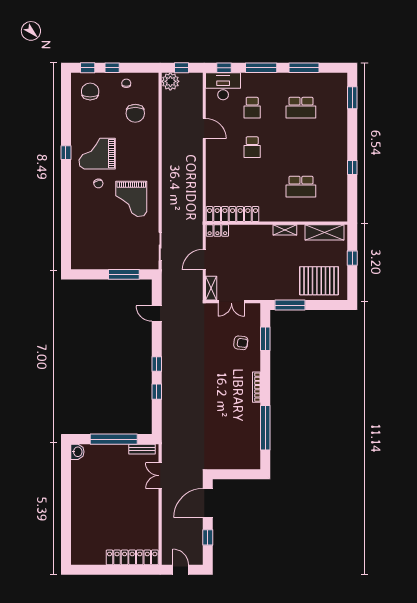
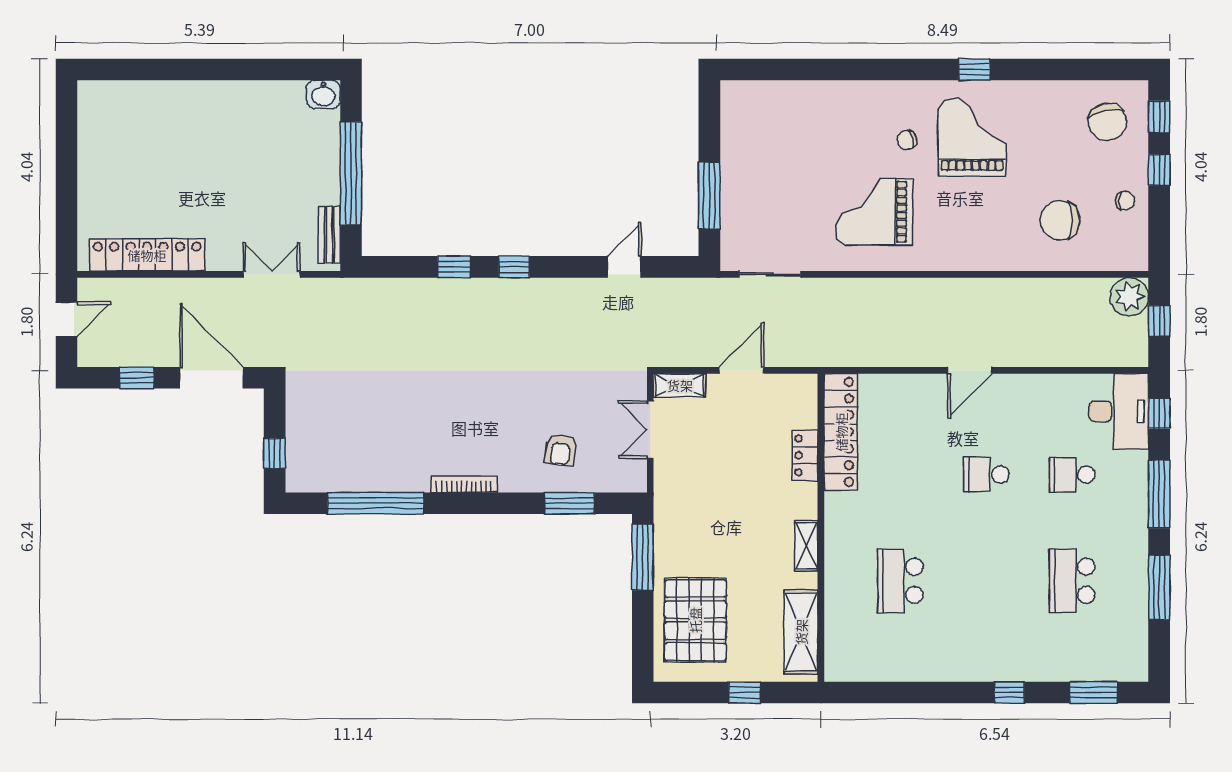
chair: (90, 92) -> (1107, 122), turned 78
door: (204, 128) -> (970, 370), moved
window: (352, 168) -> (1009, 693), moved
locker: (217, 230) -> (805, 455), moved
door: (204, 260) -> (741, 370), hinge flipped
window: (242, 474) -> (275, 453), added
locker: (132, 557) -> (147, 255), moved, turned -90

